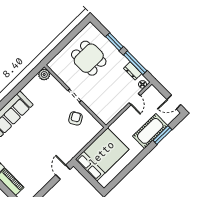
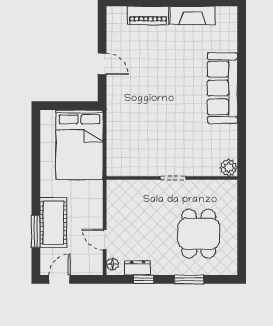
dining table: (89, 58) -> (199, 234), turned 90
window: (135, 63) -> (144, 279), width x0.46
armchair: (75, 118) -> (147, 154), removed
door: (63, 172) -> (102, 64), moved

